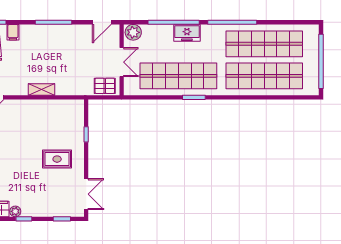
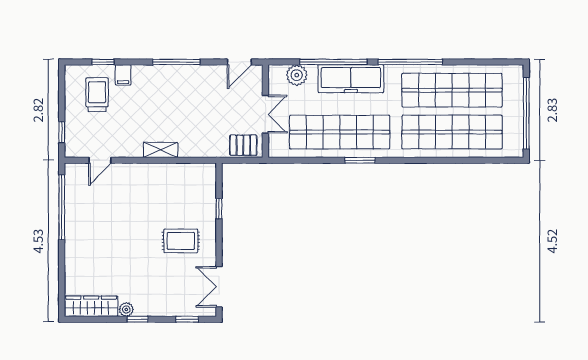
plant: (133, 32) -> (297, 75), moved
freezer: (187, 33) -> (351, 79), width x1.91, depth x1.26
double door: (86, 194) -> (219, 287), swing flipped

